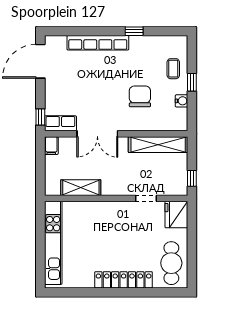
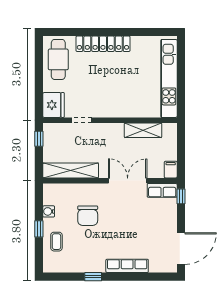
row of seats: (98, 43) -> (127, 266), width x0.73

